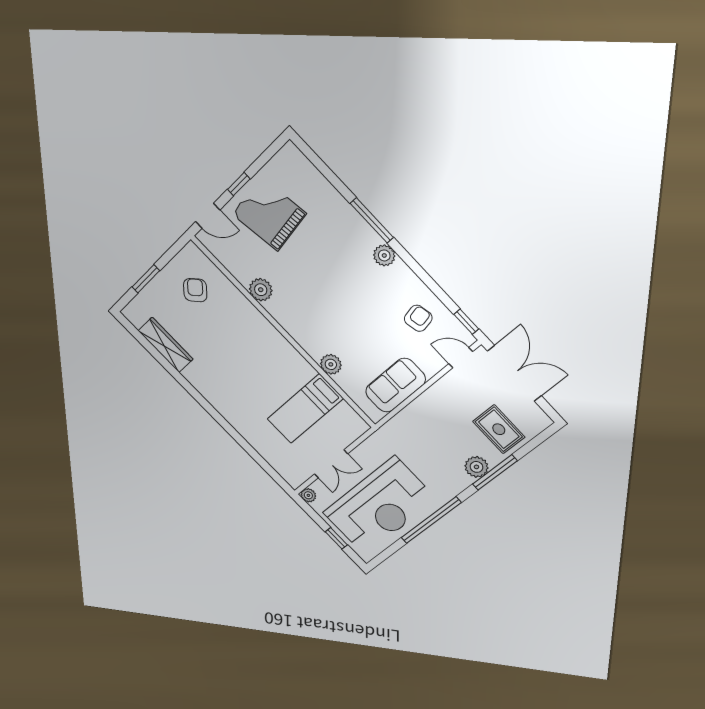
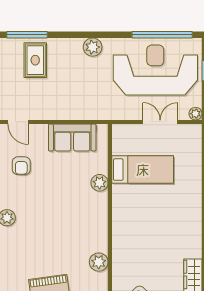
armchair: (418, 318) -> (21, 166), turned -79
plant: (476, 467) -> (93, 47), moved
window: (495, 472) -> (27, 35), moved
window: (431, 520) -> (162, 35), moved

